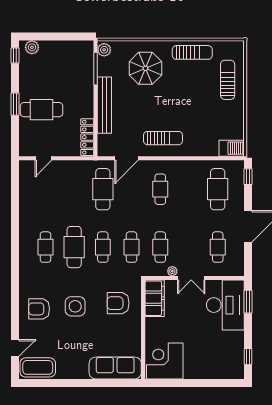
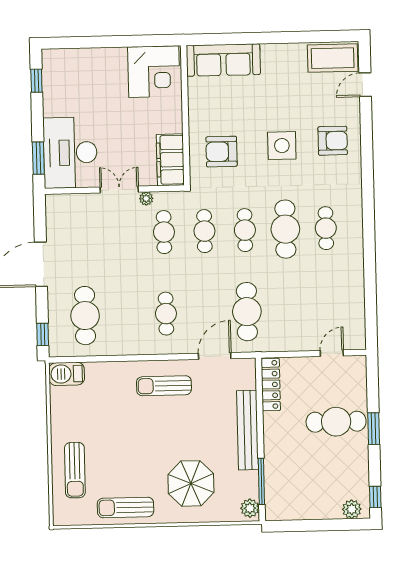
cafe table: (218, 247) -> (83, 234), removed
armchair: (118, 303) -> (222, 152), turned 180

